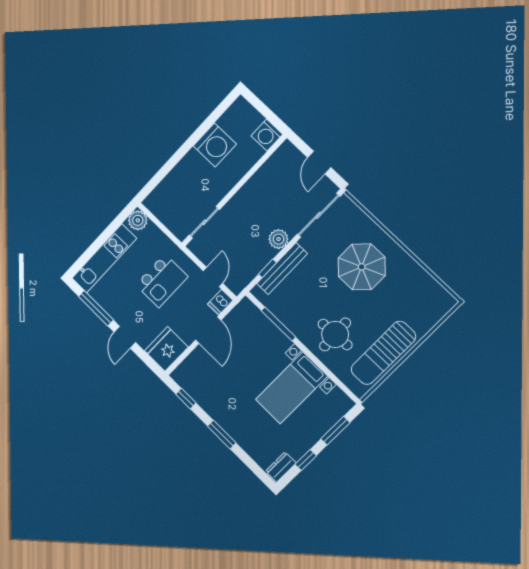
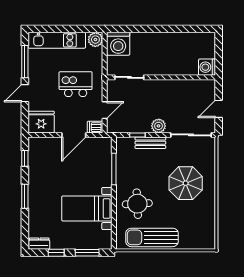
washing machine: (215, 145) -> (118, 44), moved
bench: (282, 269) -> (150, 143), width x0.73
kitchen island: (162, 281) -> (76, 84), turned 180

